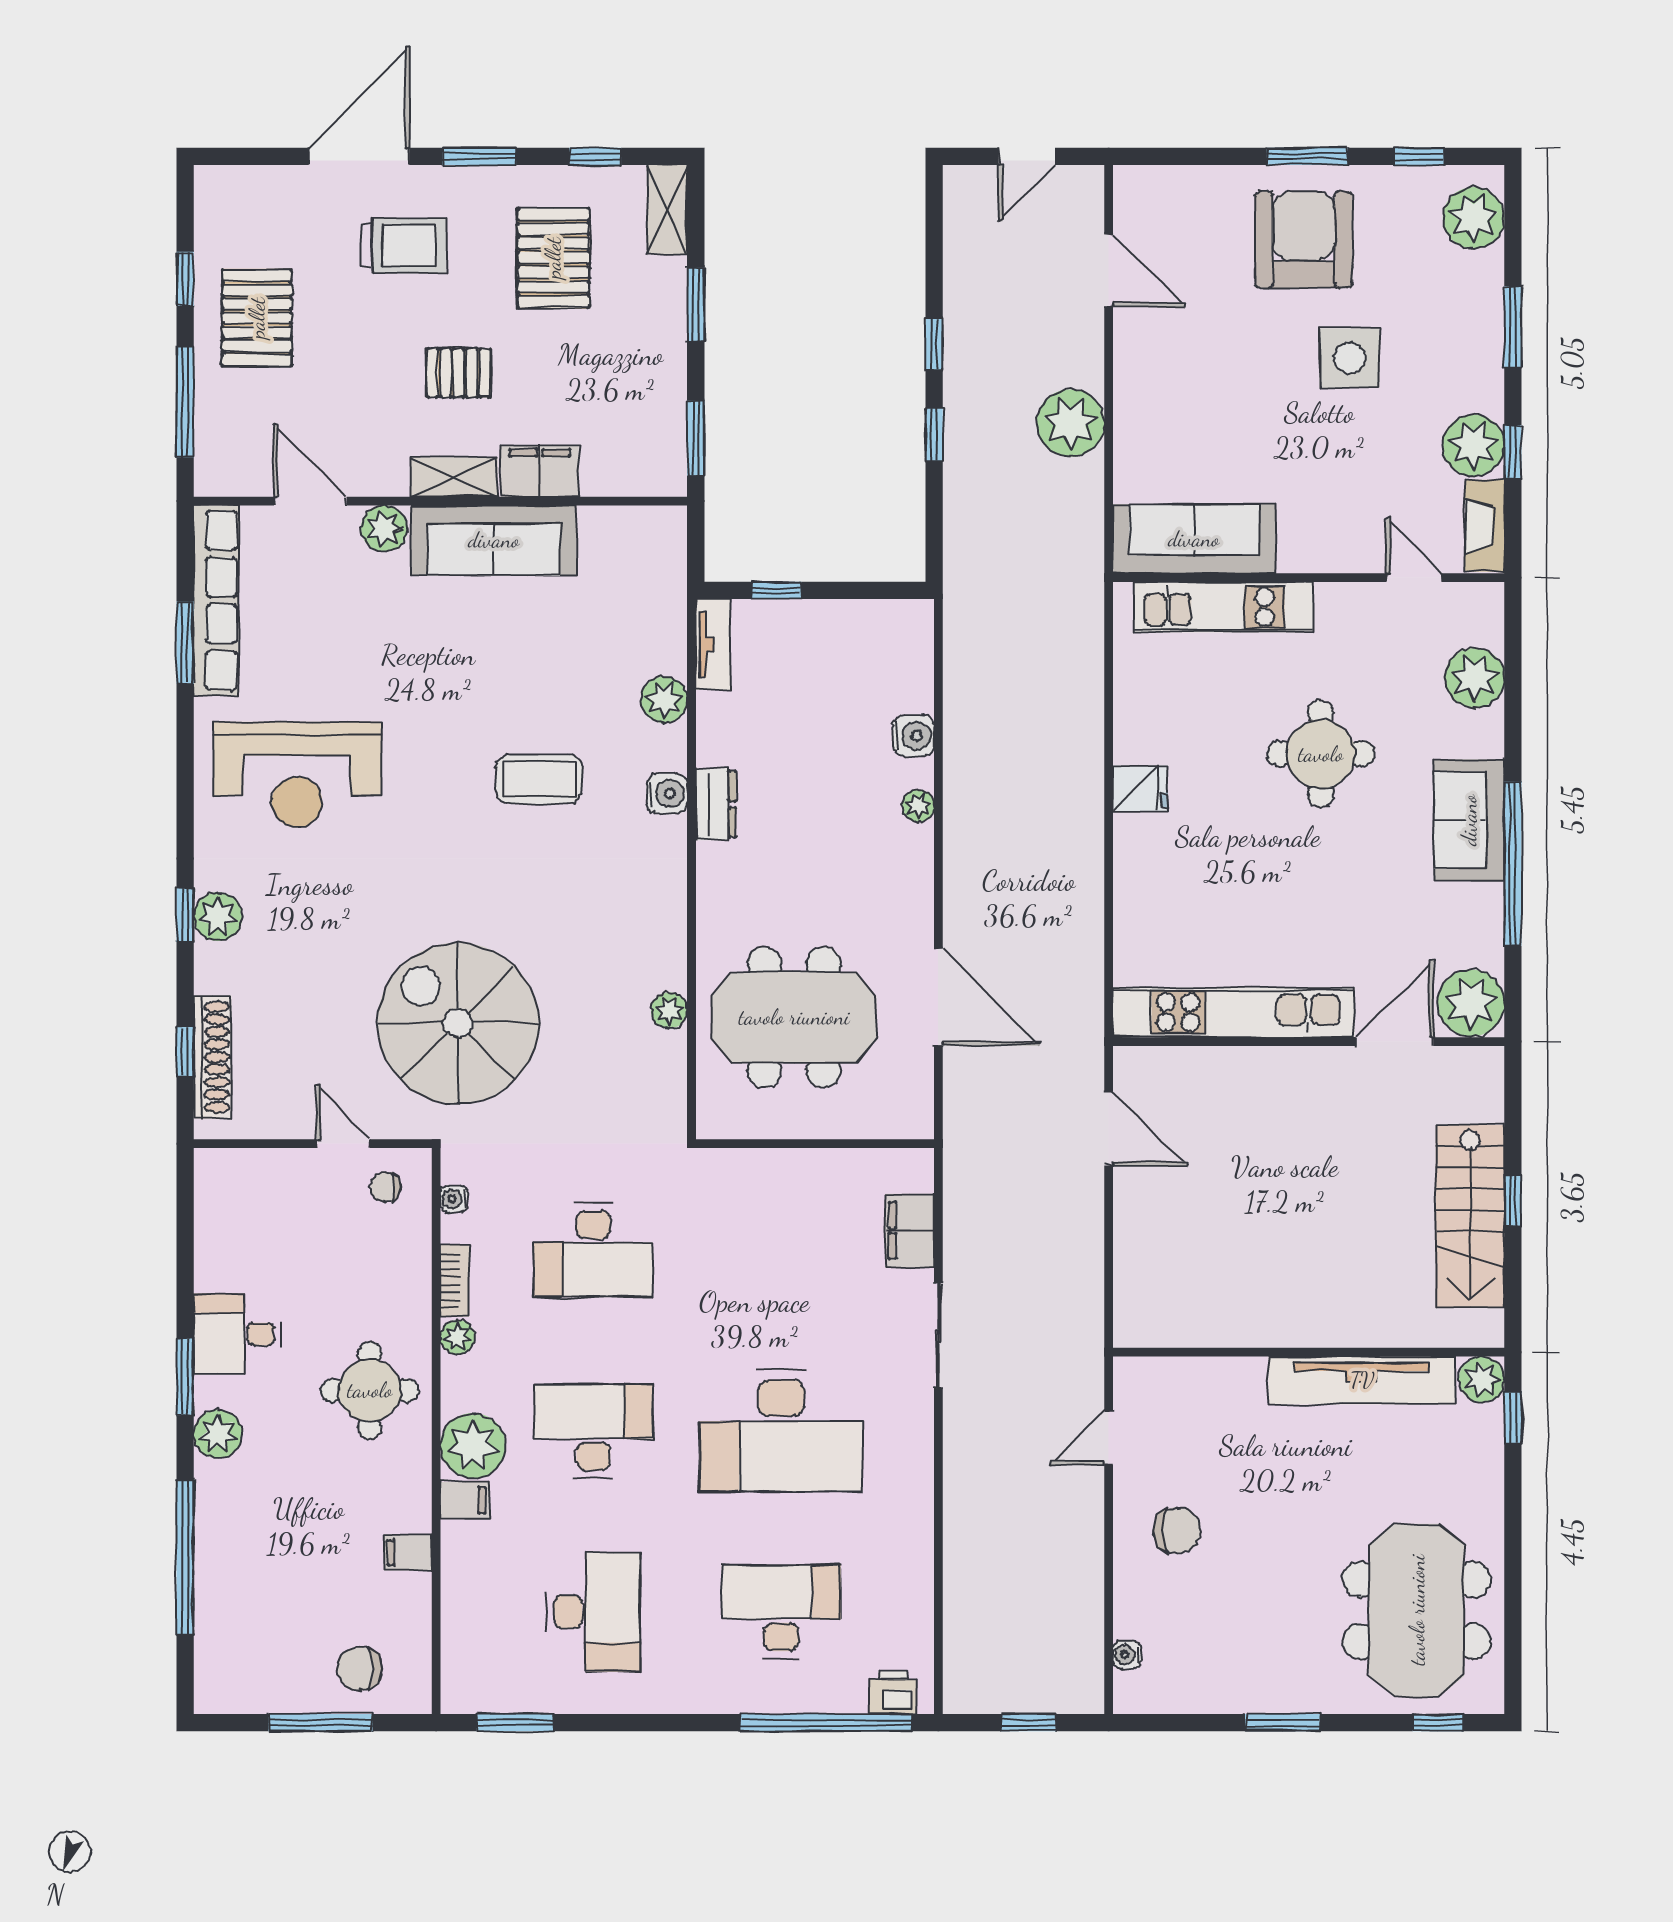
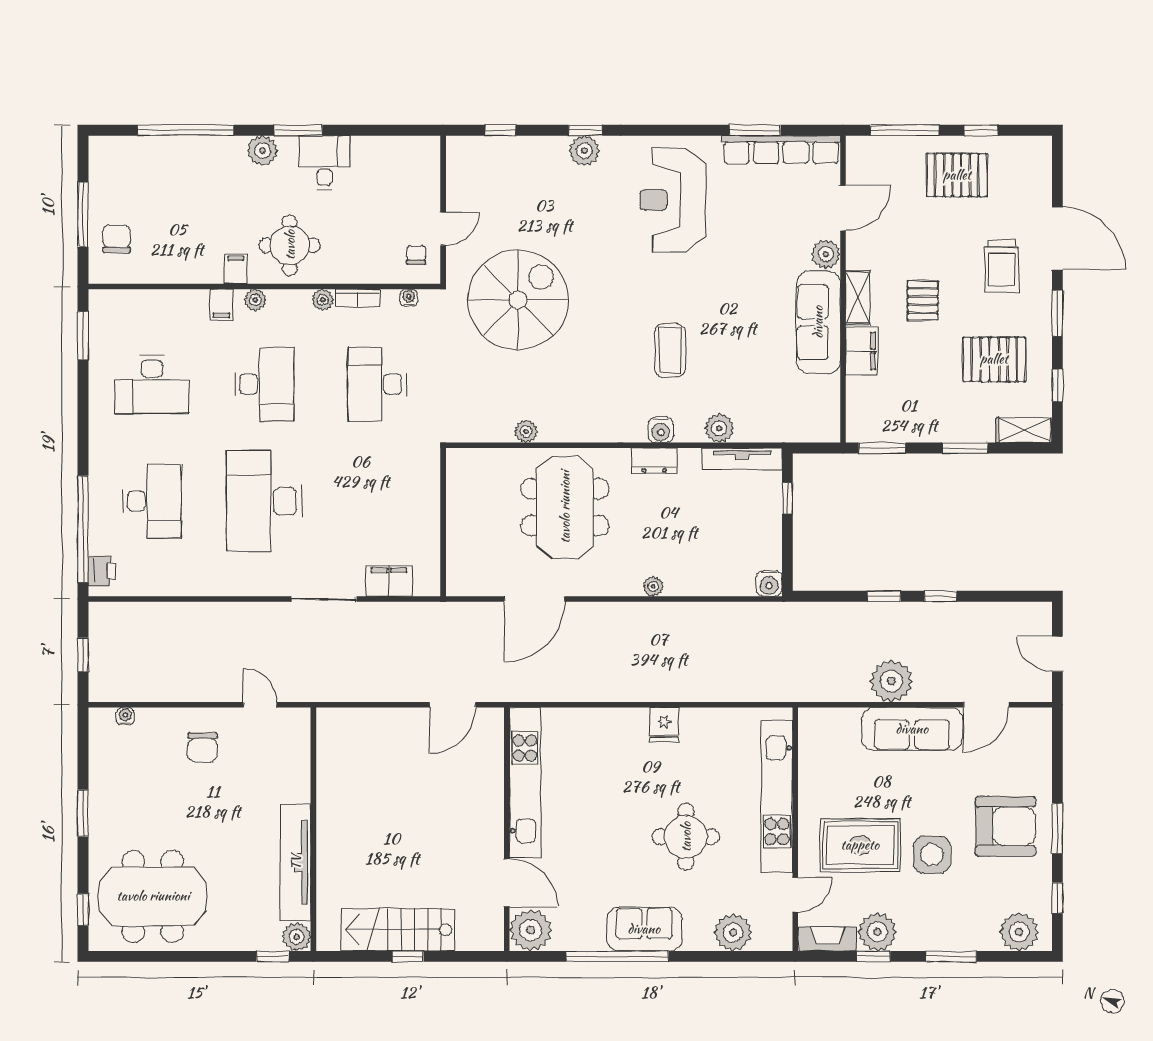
rug: (1334, 473) -> (860, 845), added
sofa: (1194, 539) -> (912, 729), moved, turned 90
kitchen unit: (1223, 607) -> (777, 797), width x1.36
tv unit: (713, 644) -> (742, 459), width x1.41
water cooler: (913, 736) -> (769, 583), moved
meeting table: (794, 1017) -> (565, 507), moved
shoe rack: (212, 1057) -> (497, 147), removed
plant: (473, 1446) -> (255, 300), width x0.53, depth x0.53
filing cabinet: (408, 1552) -> (236, 269), moved

